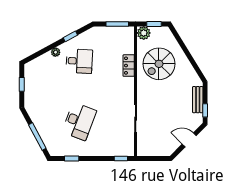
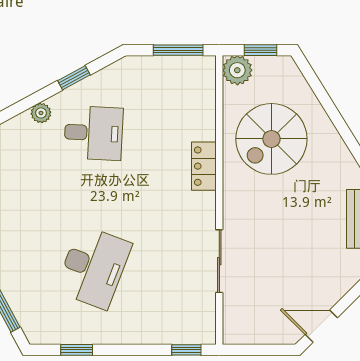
locker: (129, 66) -> (204, 166), moved
door: (189, 140) -> (321, 326), moved

